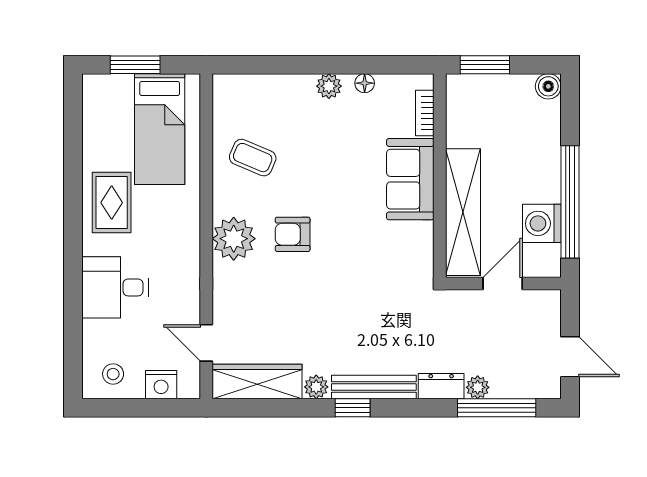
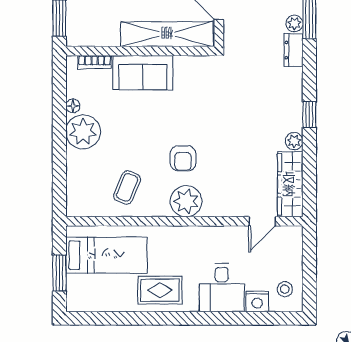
plant: (329, 86) -> (83, 132), width x1.88, depth x1.88
nightstand: (161, 385) -> (257, 301), moved, turned 90
bench: (374, 387) -> (294, 99), removed

